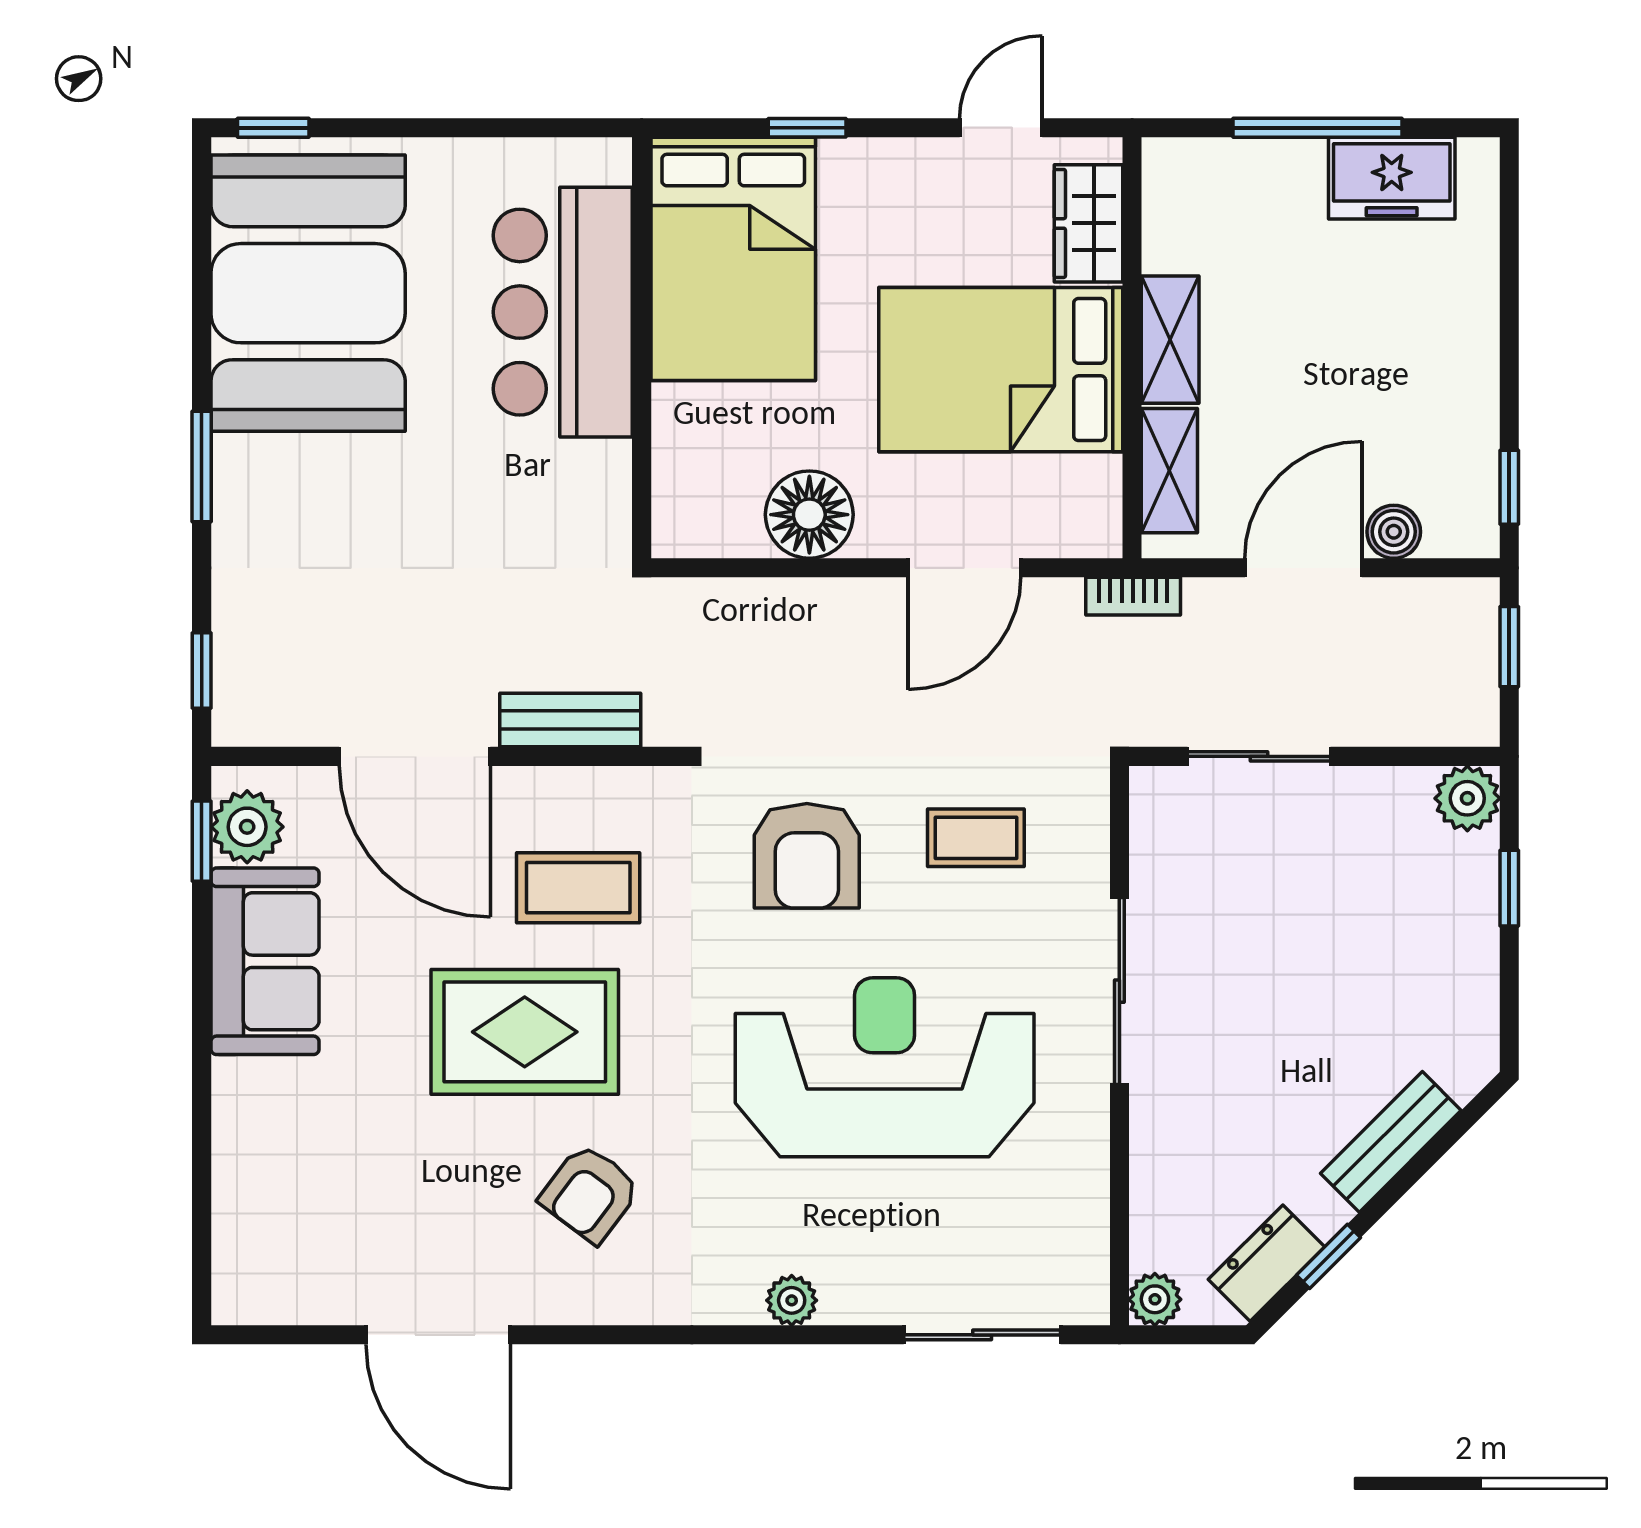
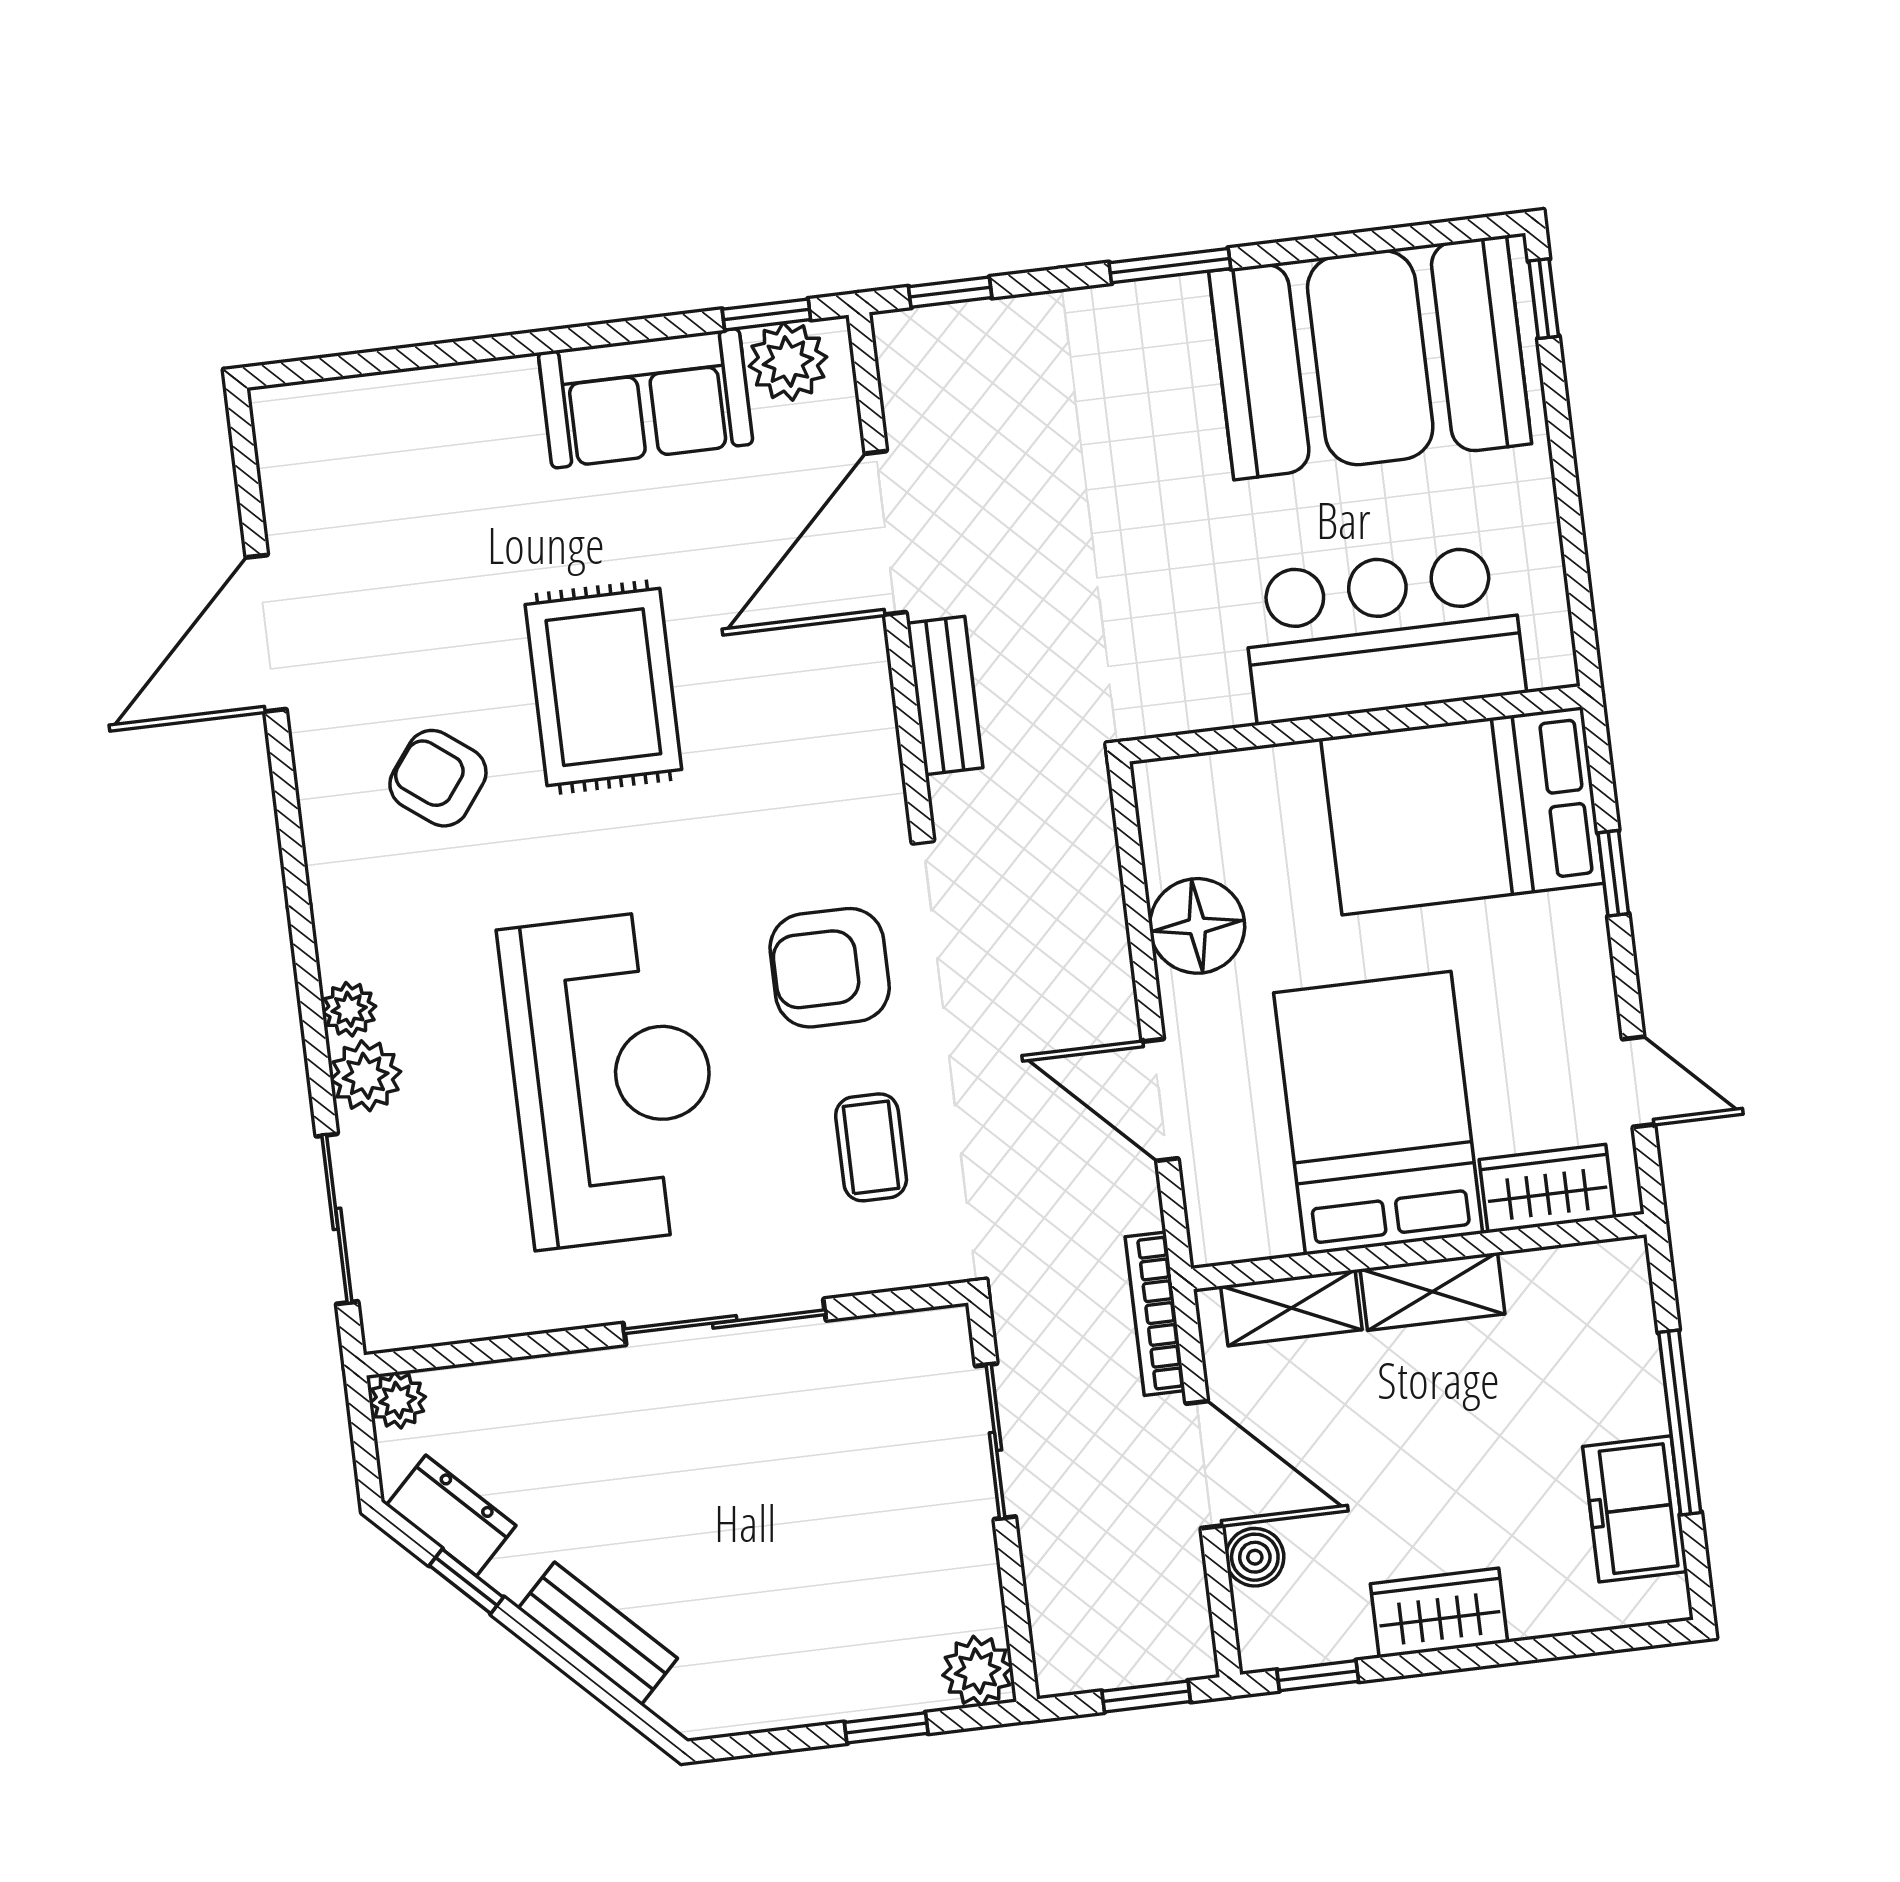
wardrobe: (1465, 369) -> (1439, 1613), added
bookcase: (1133, 596) -> (1155, 1314), width x1.56
coffee table: (578, 888) -> (766, 726), removed
plant: (854, 1293) -> (366, 1076), added

